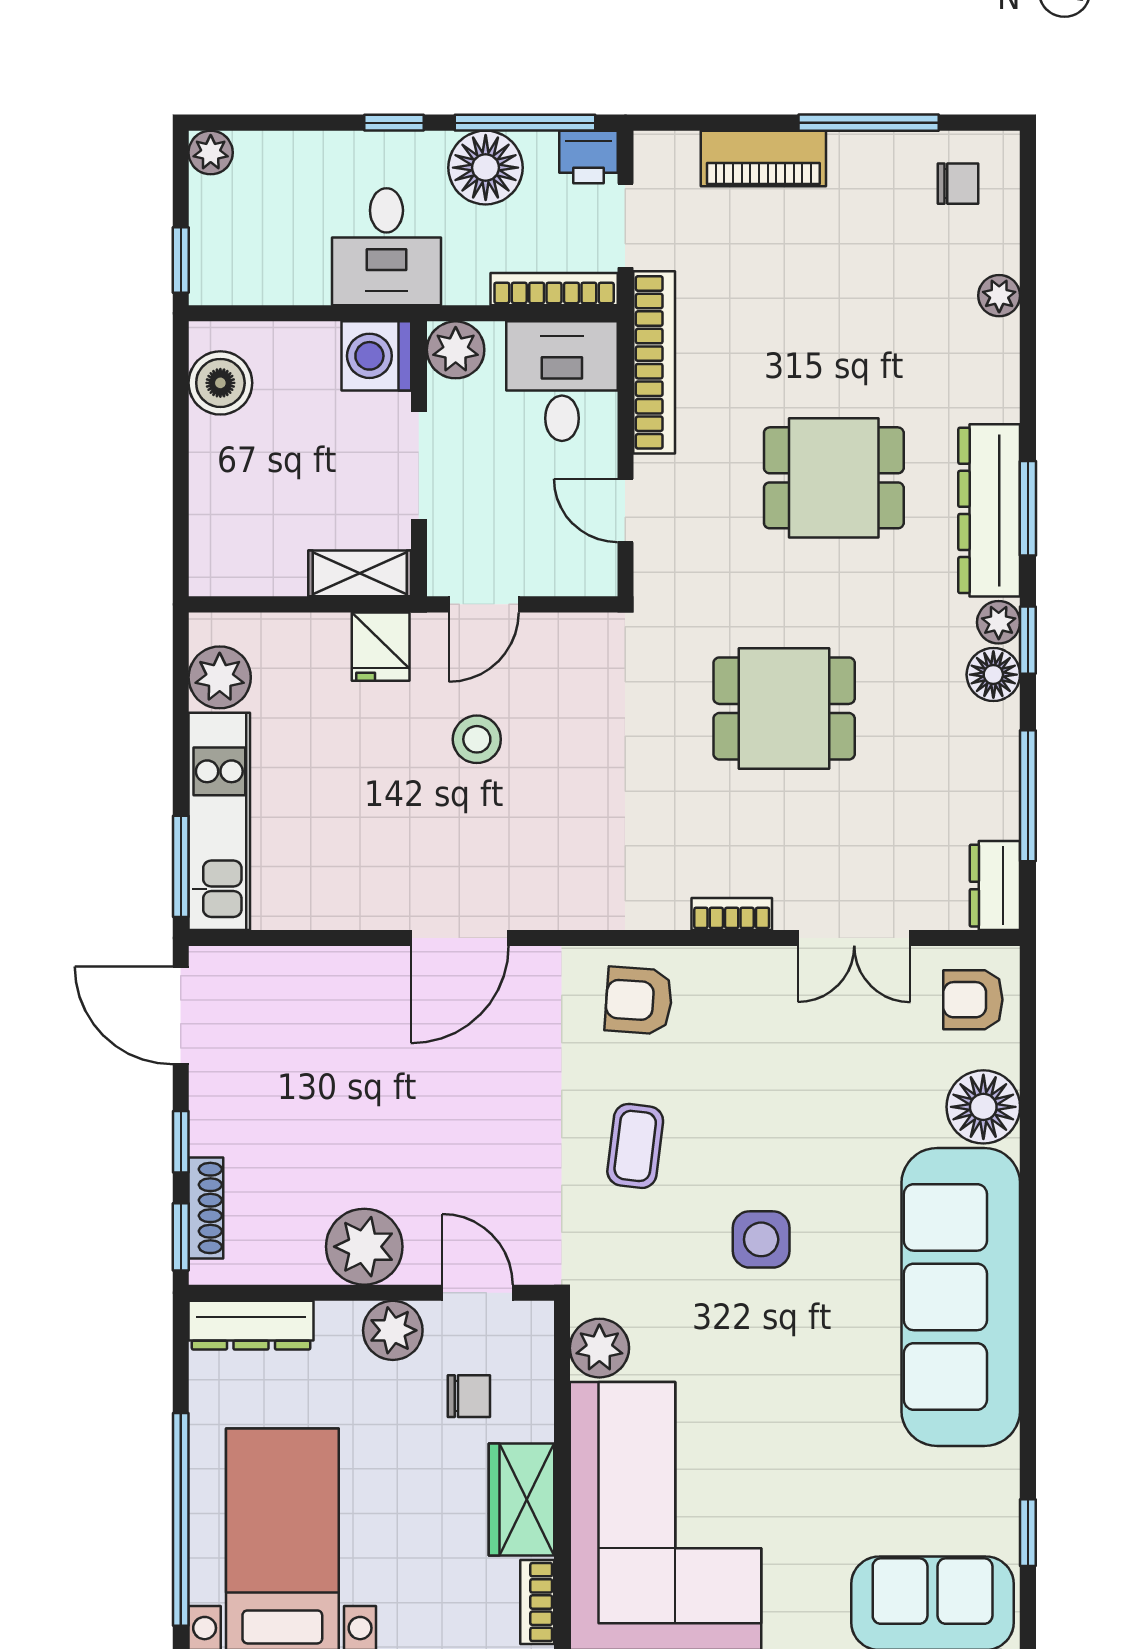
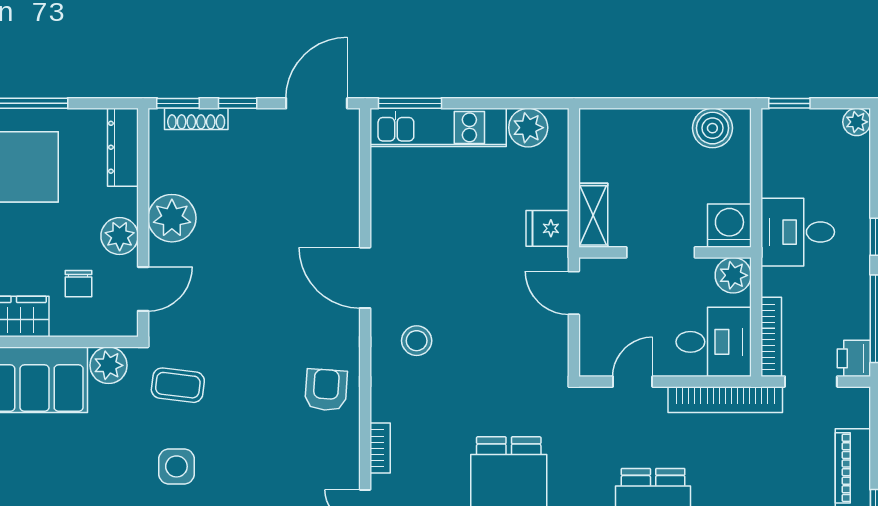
floor lamp: (486, 168) -> (847, 294), removed
stool: (477, 739) -> (417, 341), moved
coffee table: (635, 1146) -> (178, 385), moved

